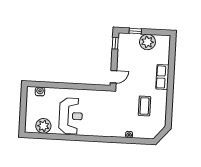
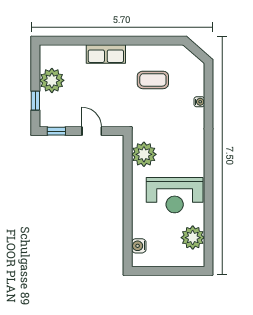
door: (113, 77) -> (92, 131), moved
plant: (98, 98) -> (144, 154), added
reception desk: (71, 116) -> (175, 195), turned 180

